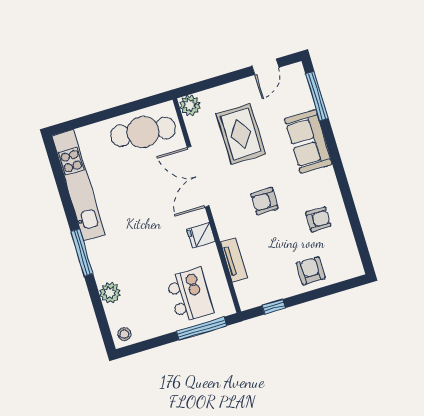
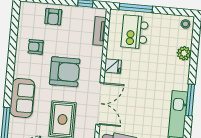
armchair: (264, 201) -> (65, 72), width x1.88, depth x1.88
window: (82, 253) -> (190, 100), moved
tv unit: (234, 260) -> (99, 31), moved

